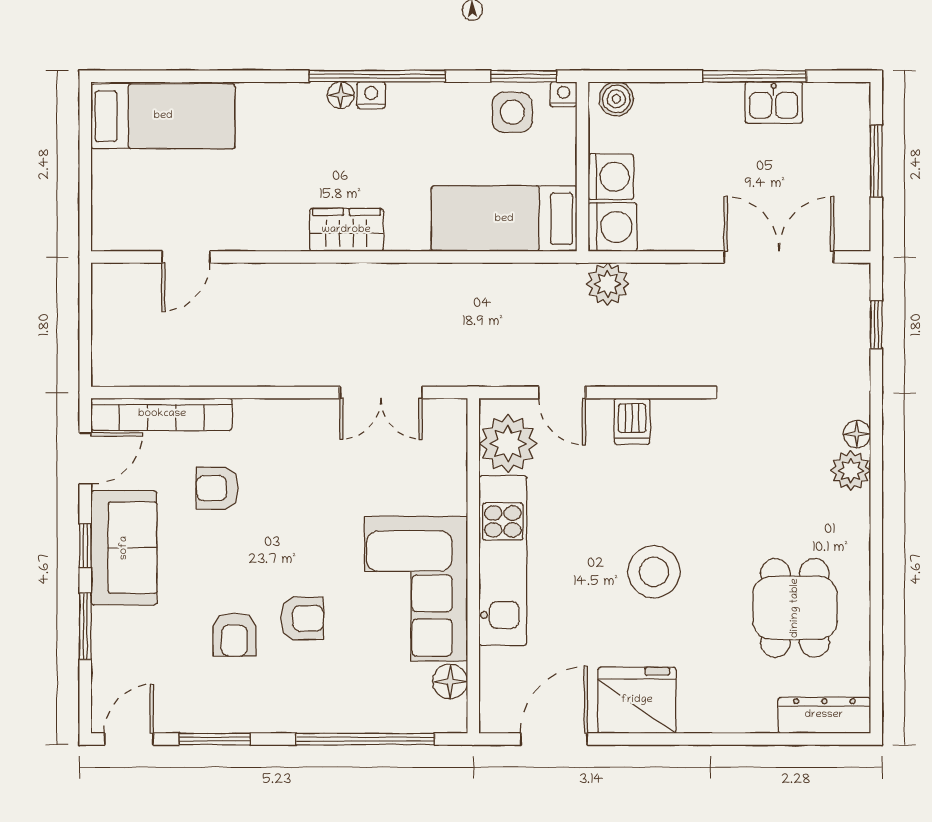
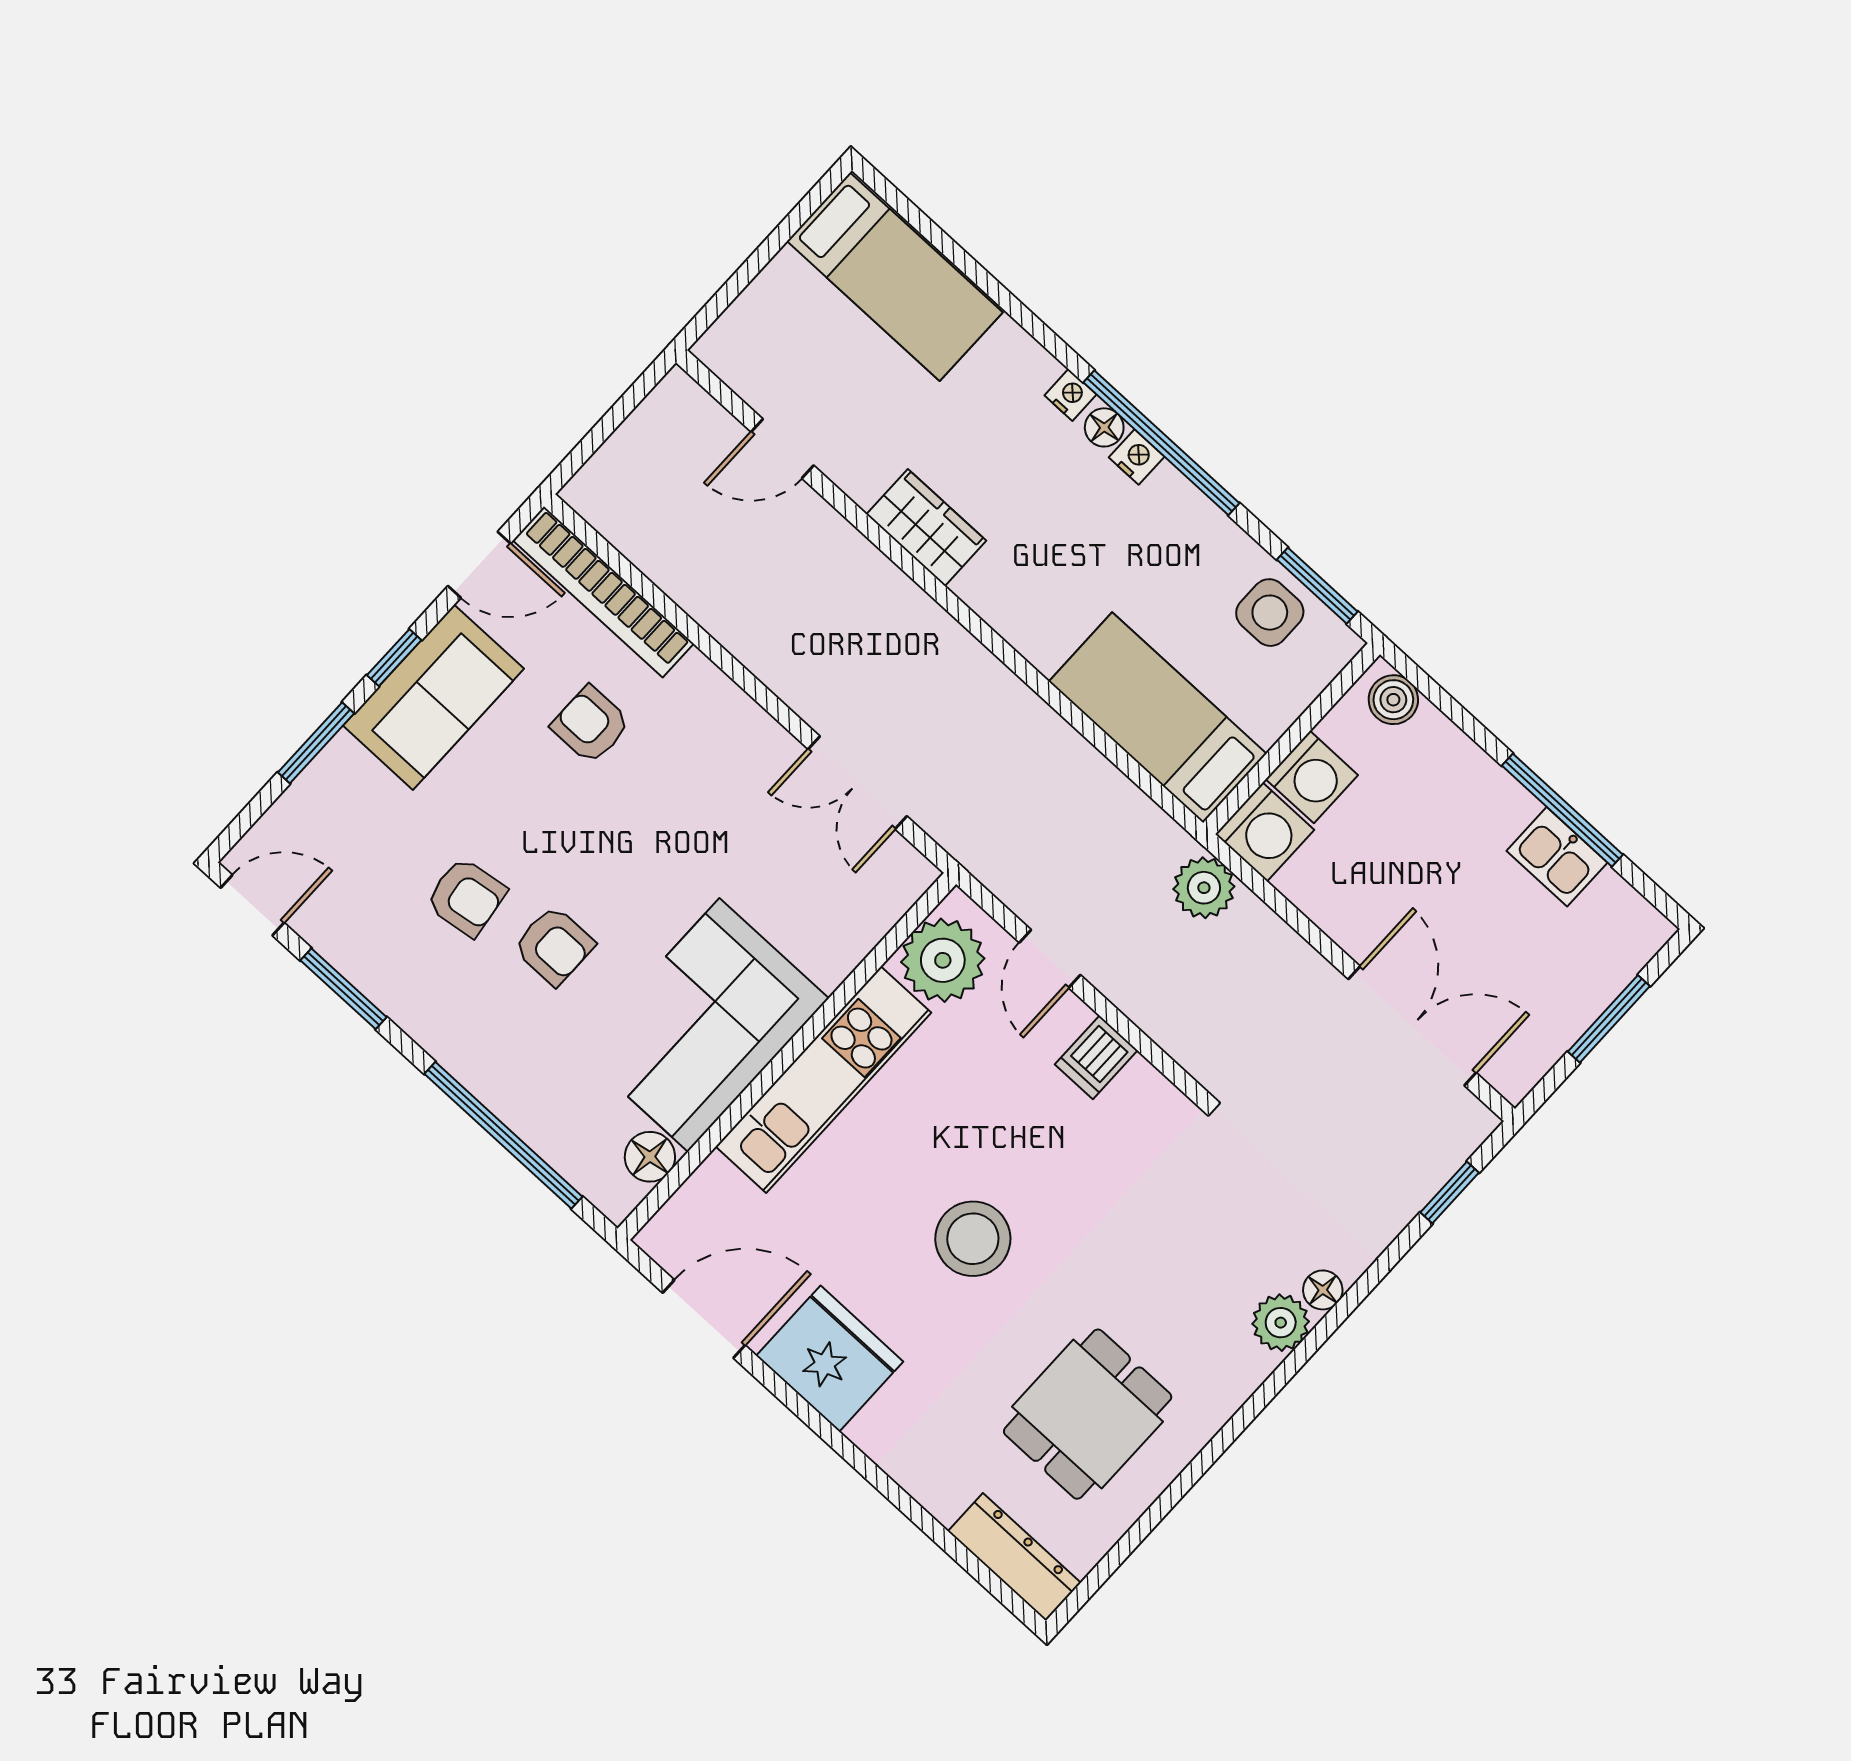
nightstand: (564, 94) -> (1070, 395), moved
wardrobe: (346, 230) -> (926, 528), moved
armchair: (234, 635) -> (466, 897), turned -98

